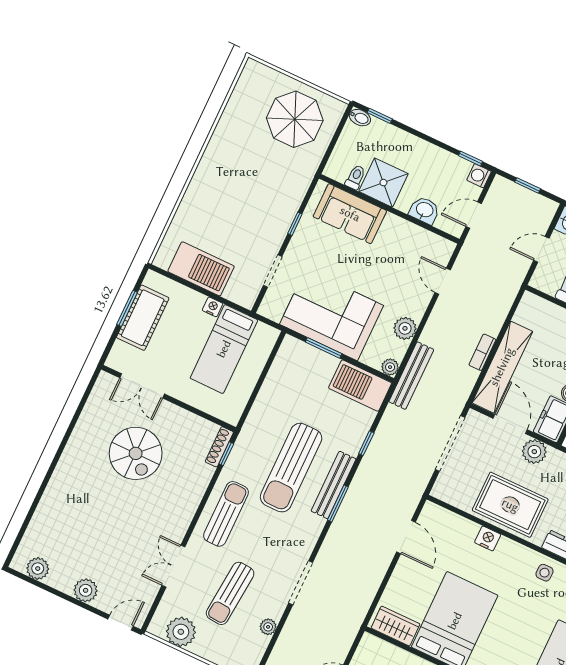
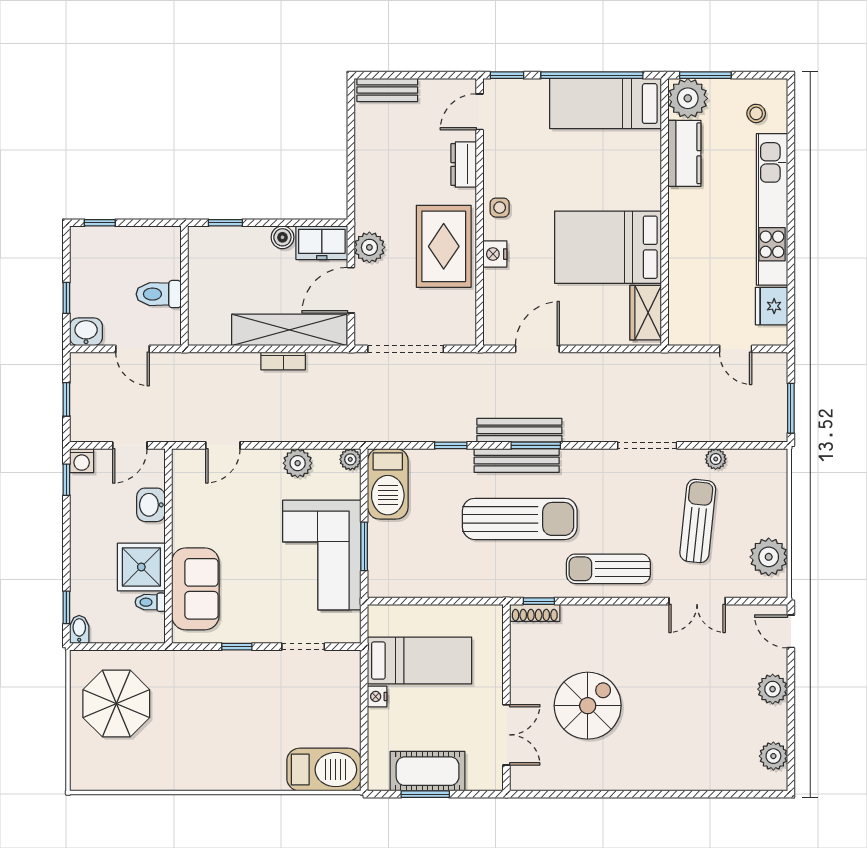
door: (474, 215) -> (130, 445), hinge flipped
barbecue: (201, 269) -> (324, 770), moved, turned 90
bench: (411, 376) -> (519, 430), moved
side table: (545, 573) -> (500, 208), moved
sun lounger: (230, 593) -> (698, 521), turned -89

